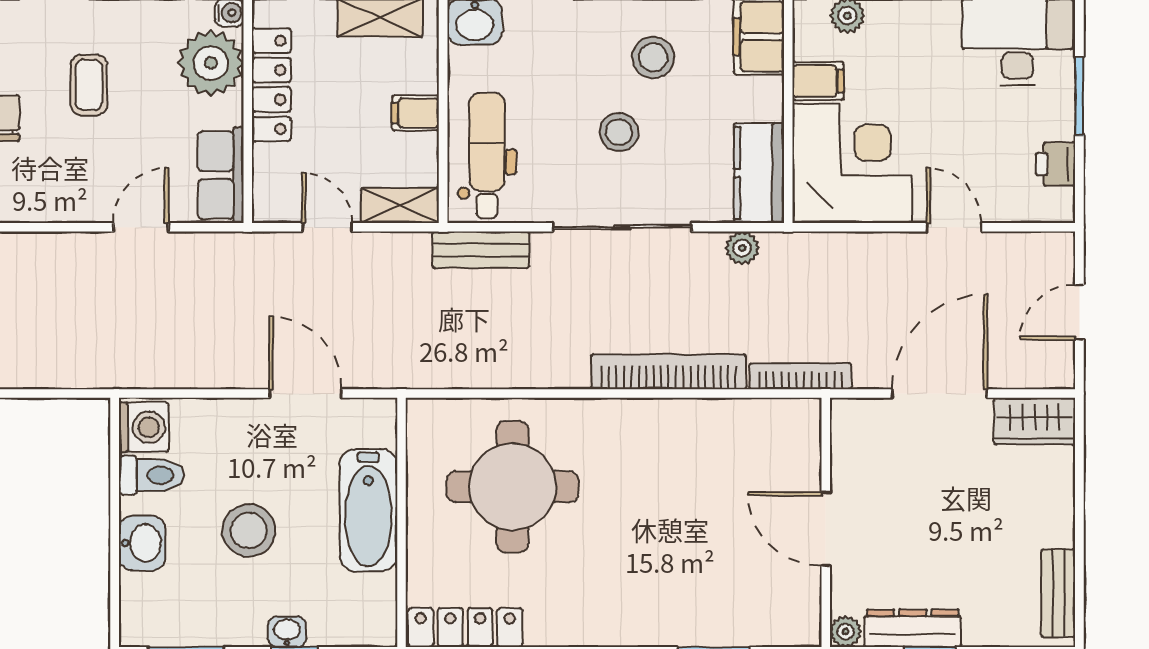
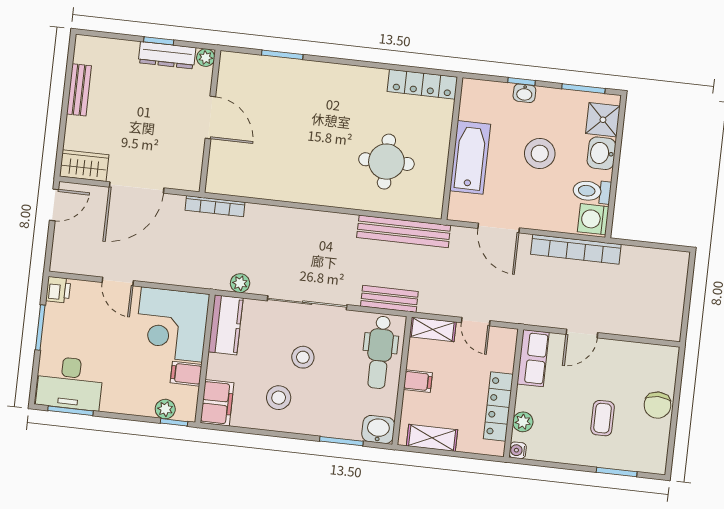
plant: (211, 63) -> (523, 422), width x0.53, depth x0.53
window: (1079, 96) -> (40, 328), moved
printer: (1055, 164) -> (58, 290), moved
door: (1079, 312) -> (54, 205), moved
bench: (469, 369) -> (404, 231), added
bookcase: (669, 372) -> (576, 249), moved
round table: (512, 487) -> (386, 162), width x0.73, depth x0.73
bench: (1058, 593) -> (79, 90), moved
shower: (146, 601) -> (603, 120), added

